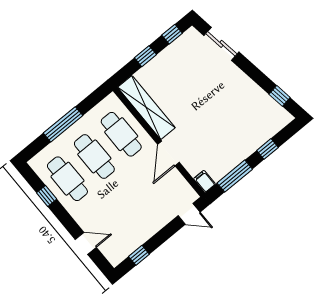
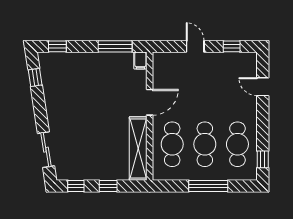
window: (267, 149) -> (57, 46), moved
window: (47, 196) -> (263, 159), moved
door: (189, 214) -> (195, 46), moved

